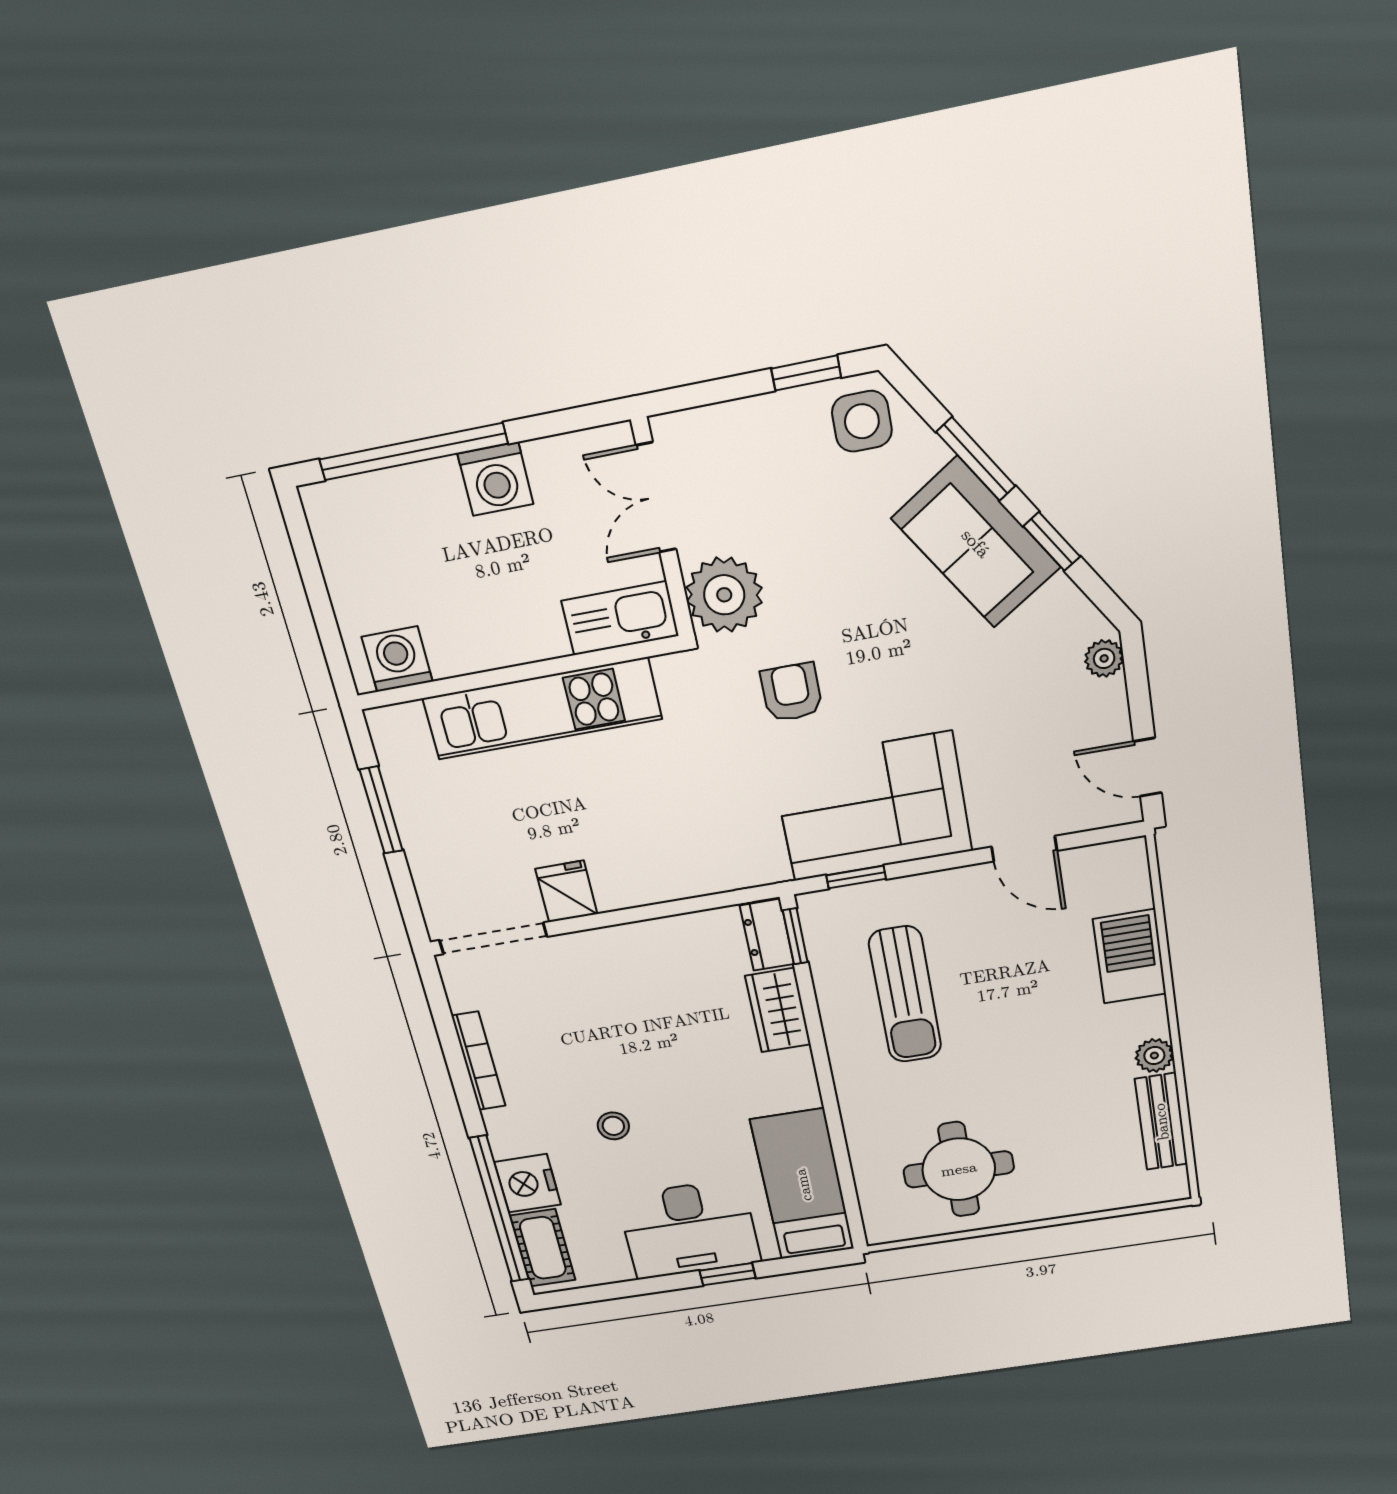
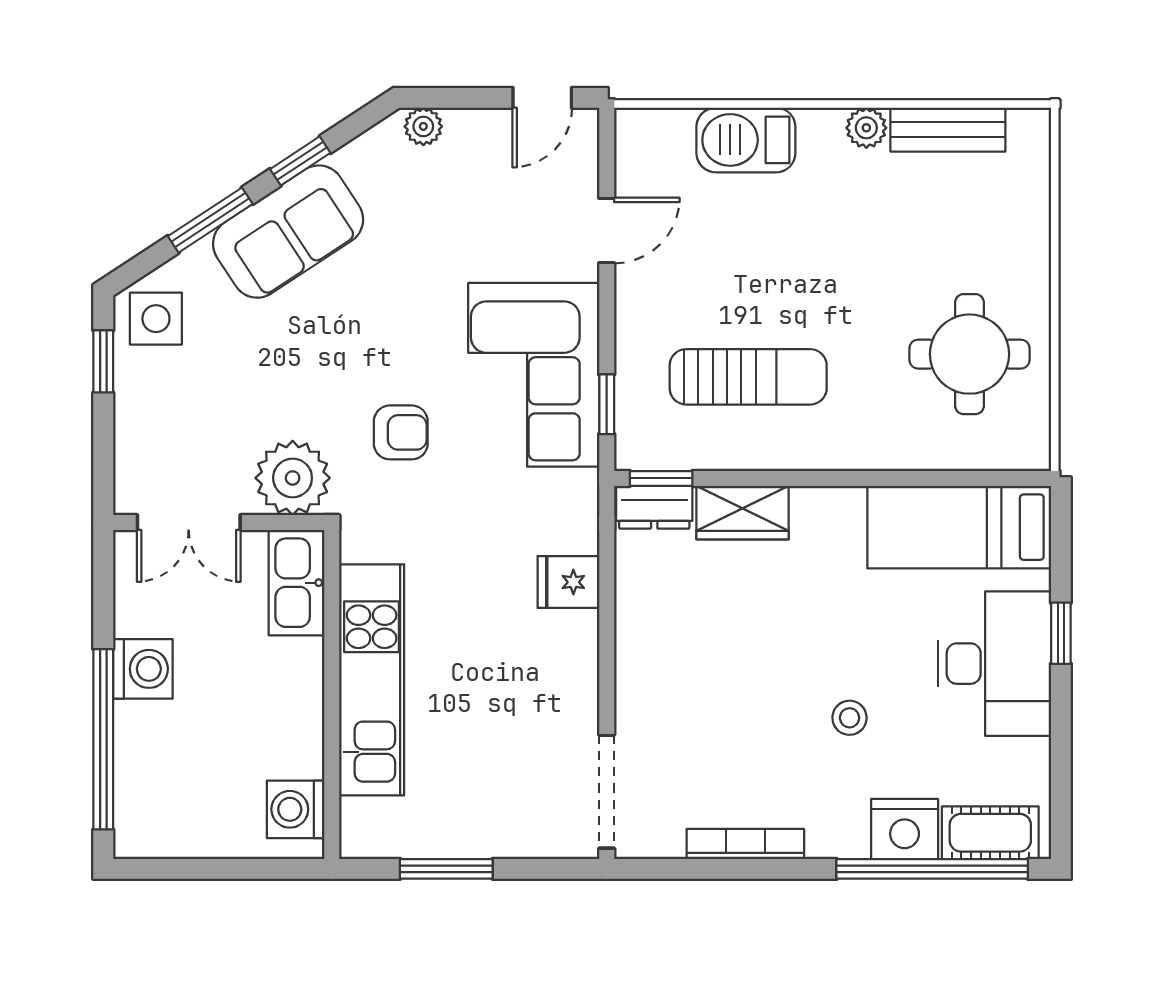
armchair: (791, 692) -> (401, 432), turned 180
fridge: (566, 891) -> (568, 582), moved

